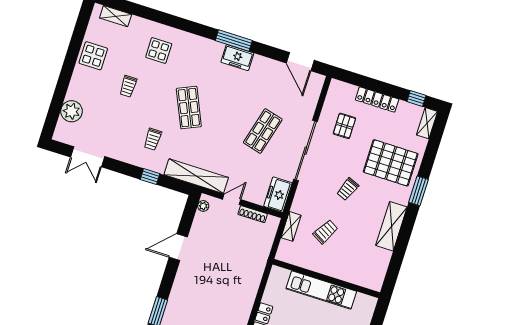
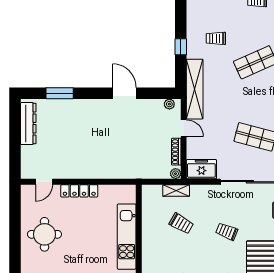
plant: (274, 222) -> (176, 174), added

